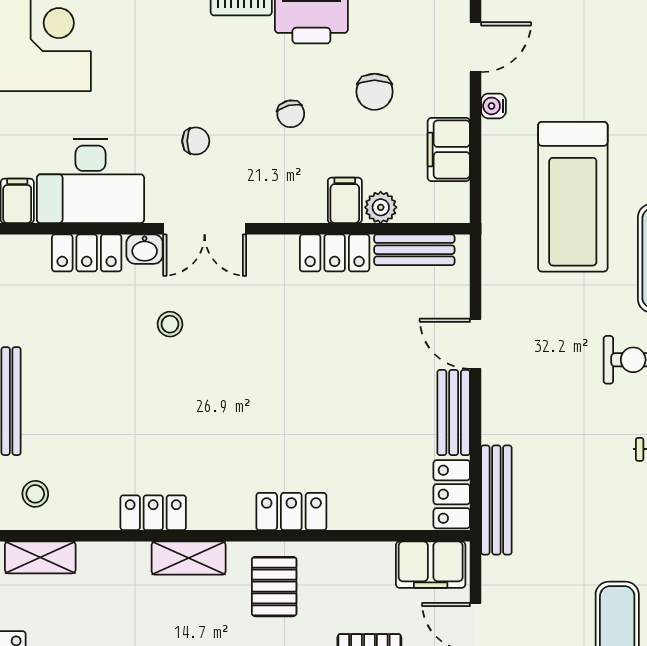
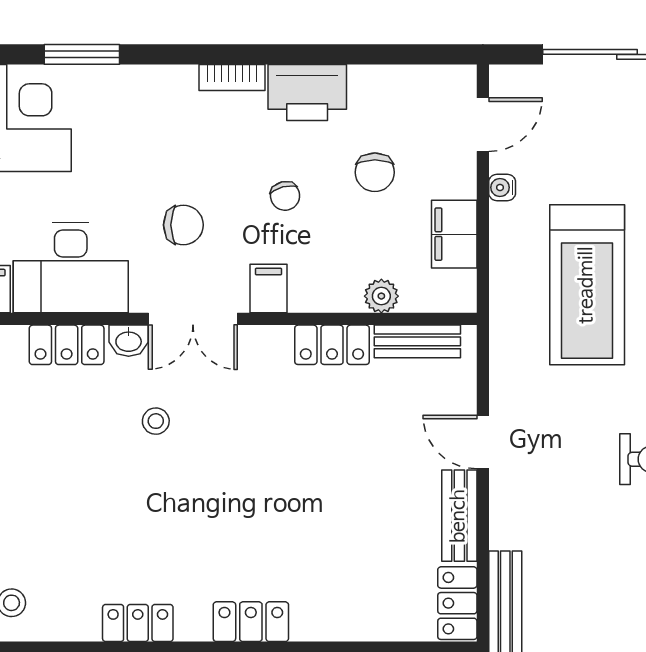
chair: (196, 141) -> (183, 225), width x1.37, depth x1.37
filing cabinet: (345, 200) -> (268, 289), moved
locker: (291, 512) -> (251, 622), moved

